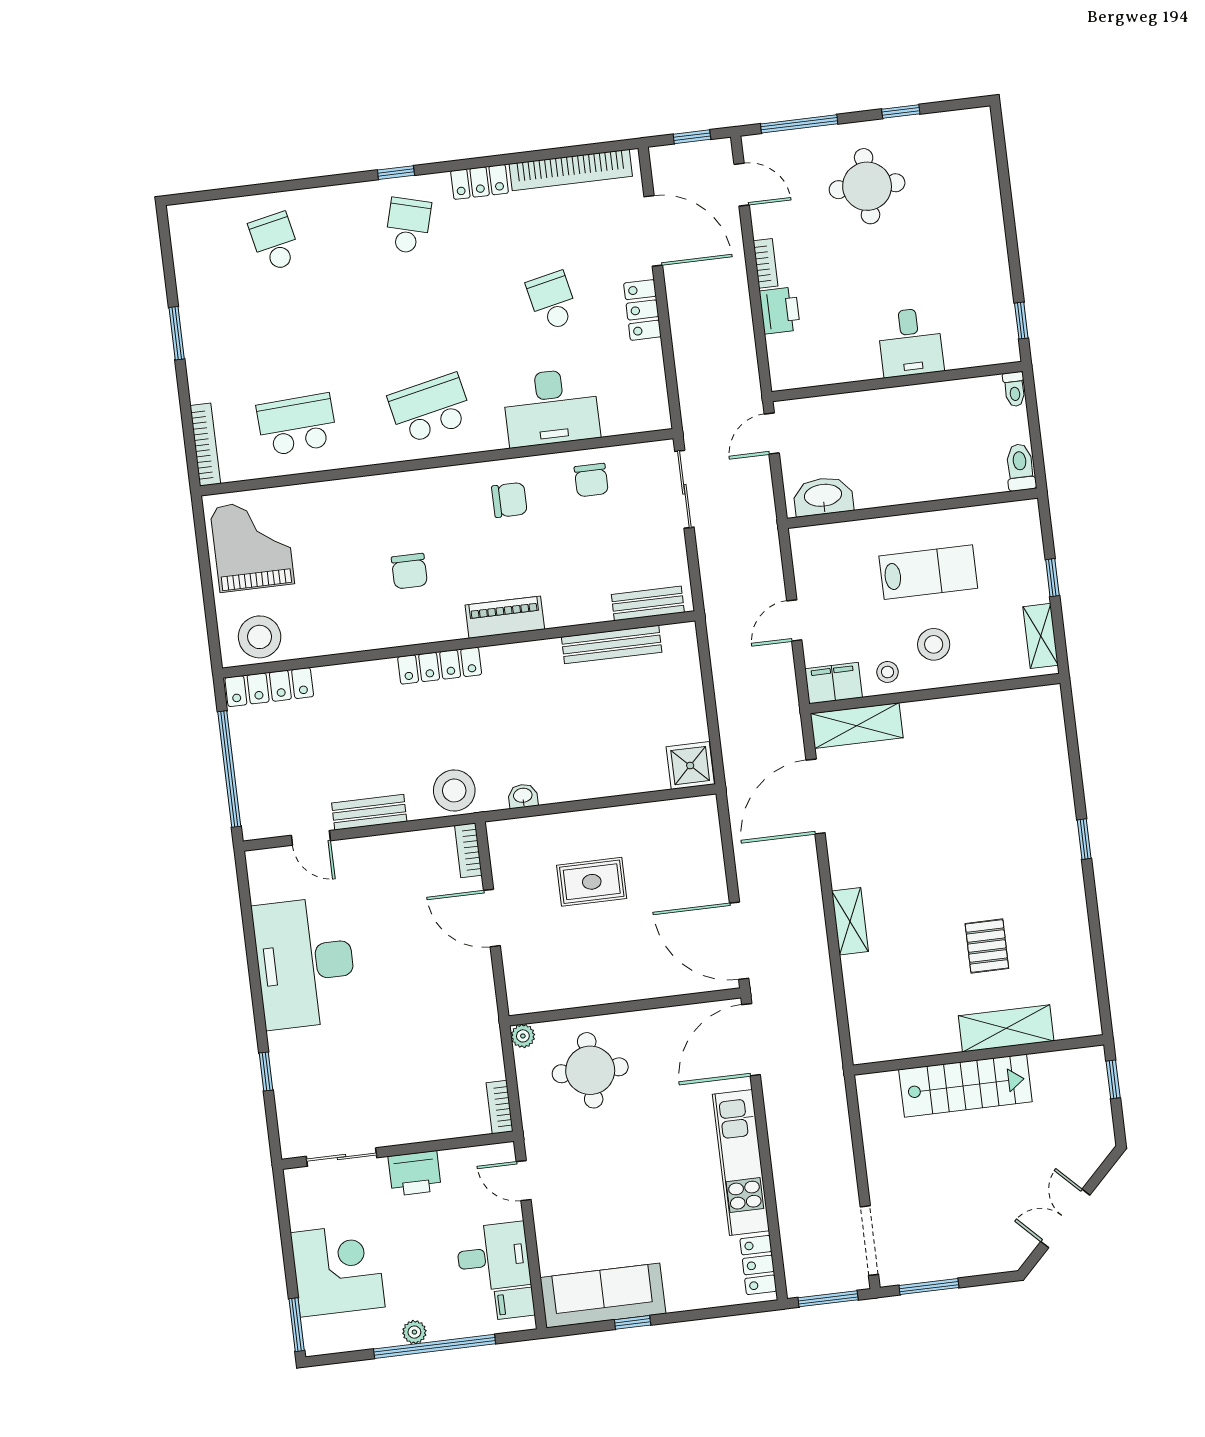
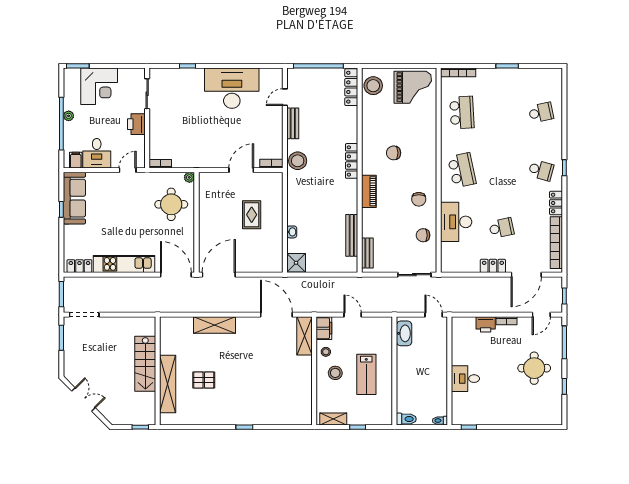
washbasin: (523, 796) -> (292, 232), moved
shelving: (850, 921) -> (214, 325), width x1.50, depth x1.33
shelving: (1006, 1028) -> (168, 384), width x1.47

